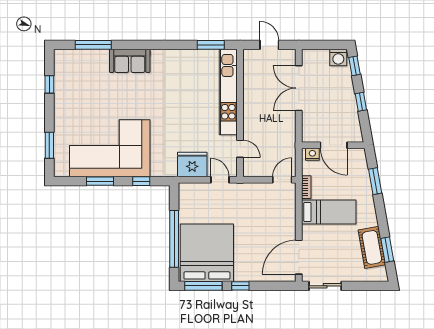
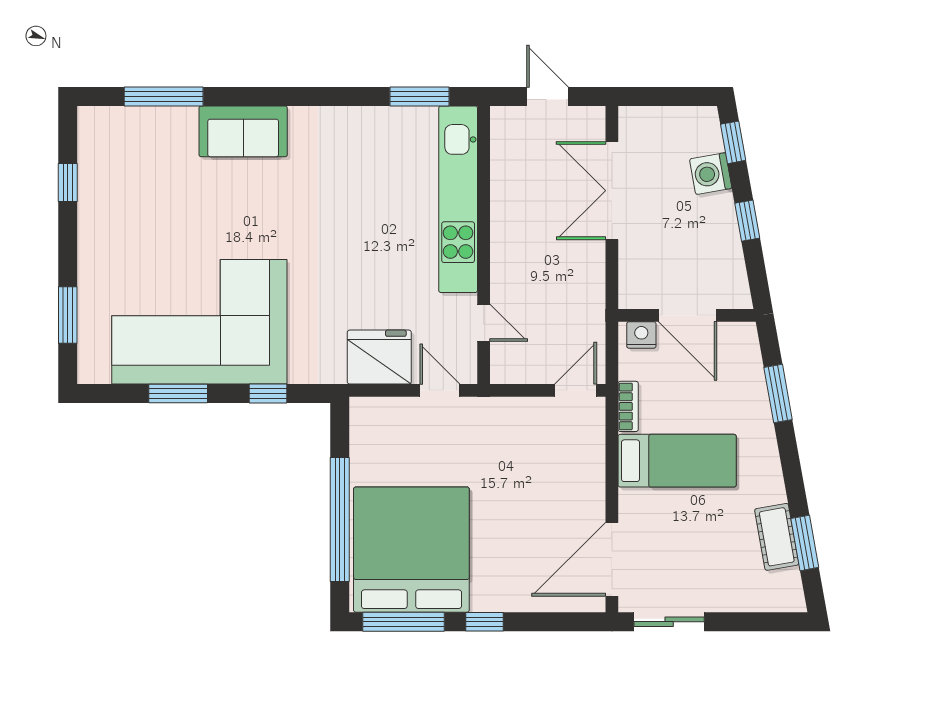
washing machine: (338, 58) -> (711, 174), moved, turned 80
cot: (372, 247) -> (777, 537), width x0.73, depth x0.75

